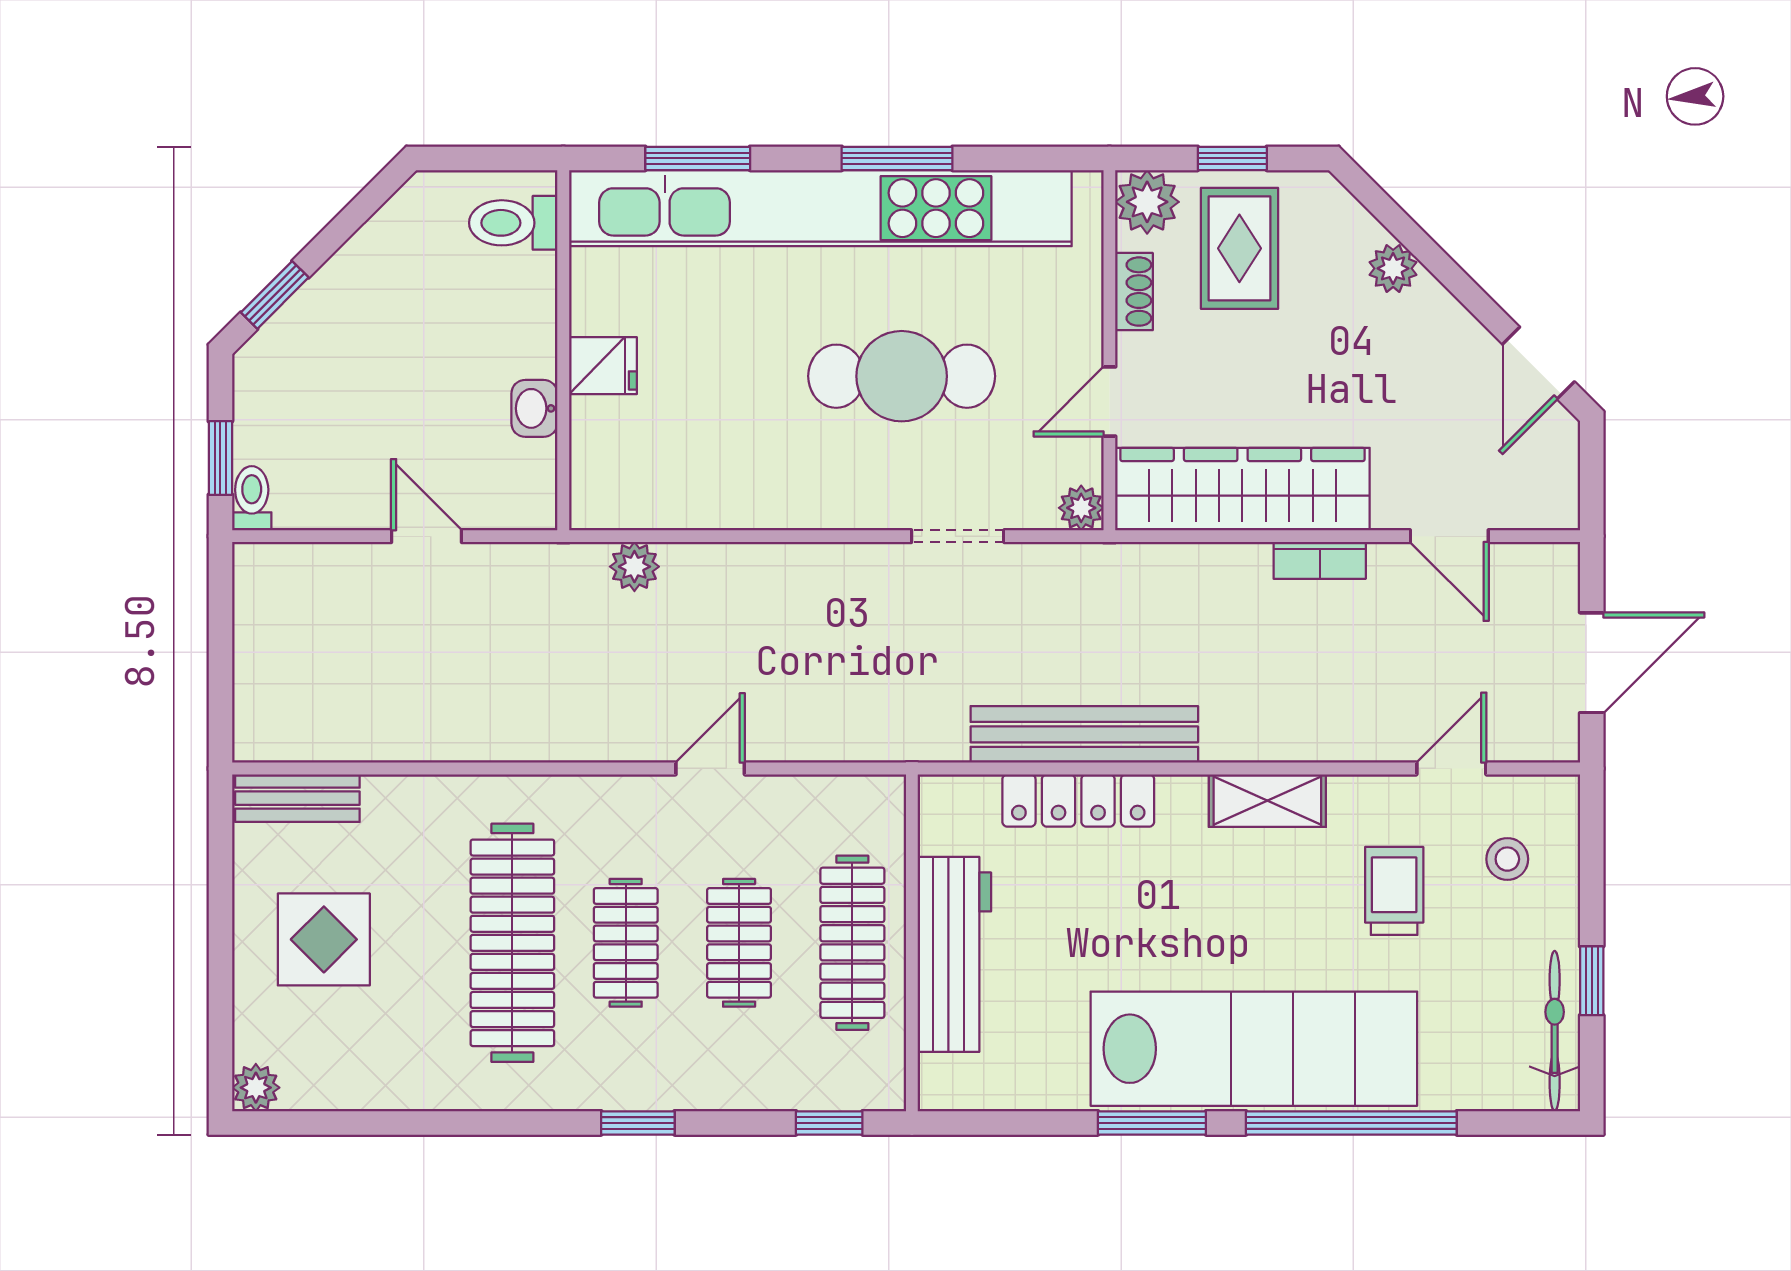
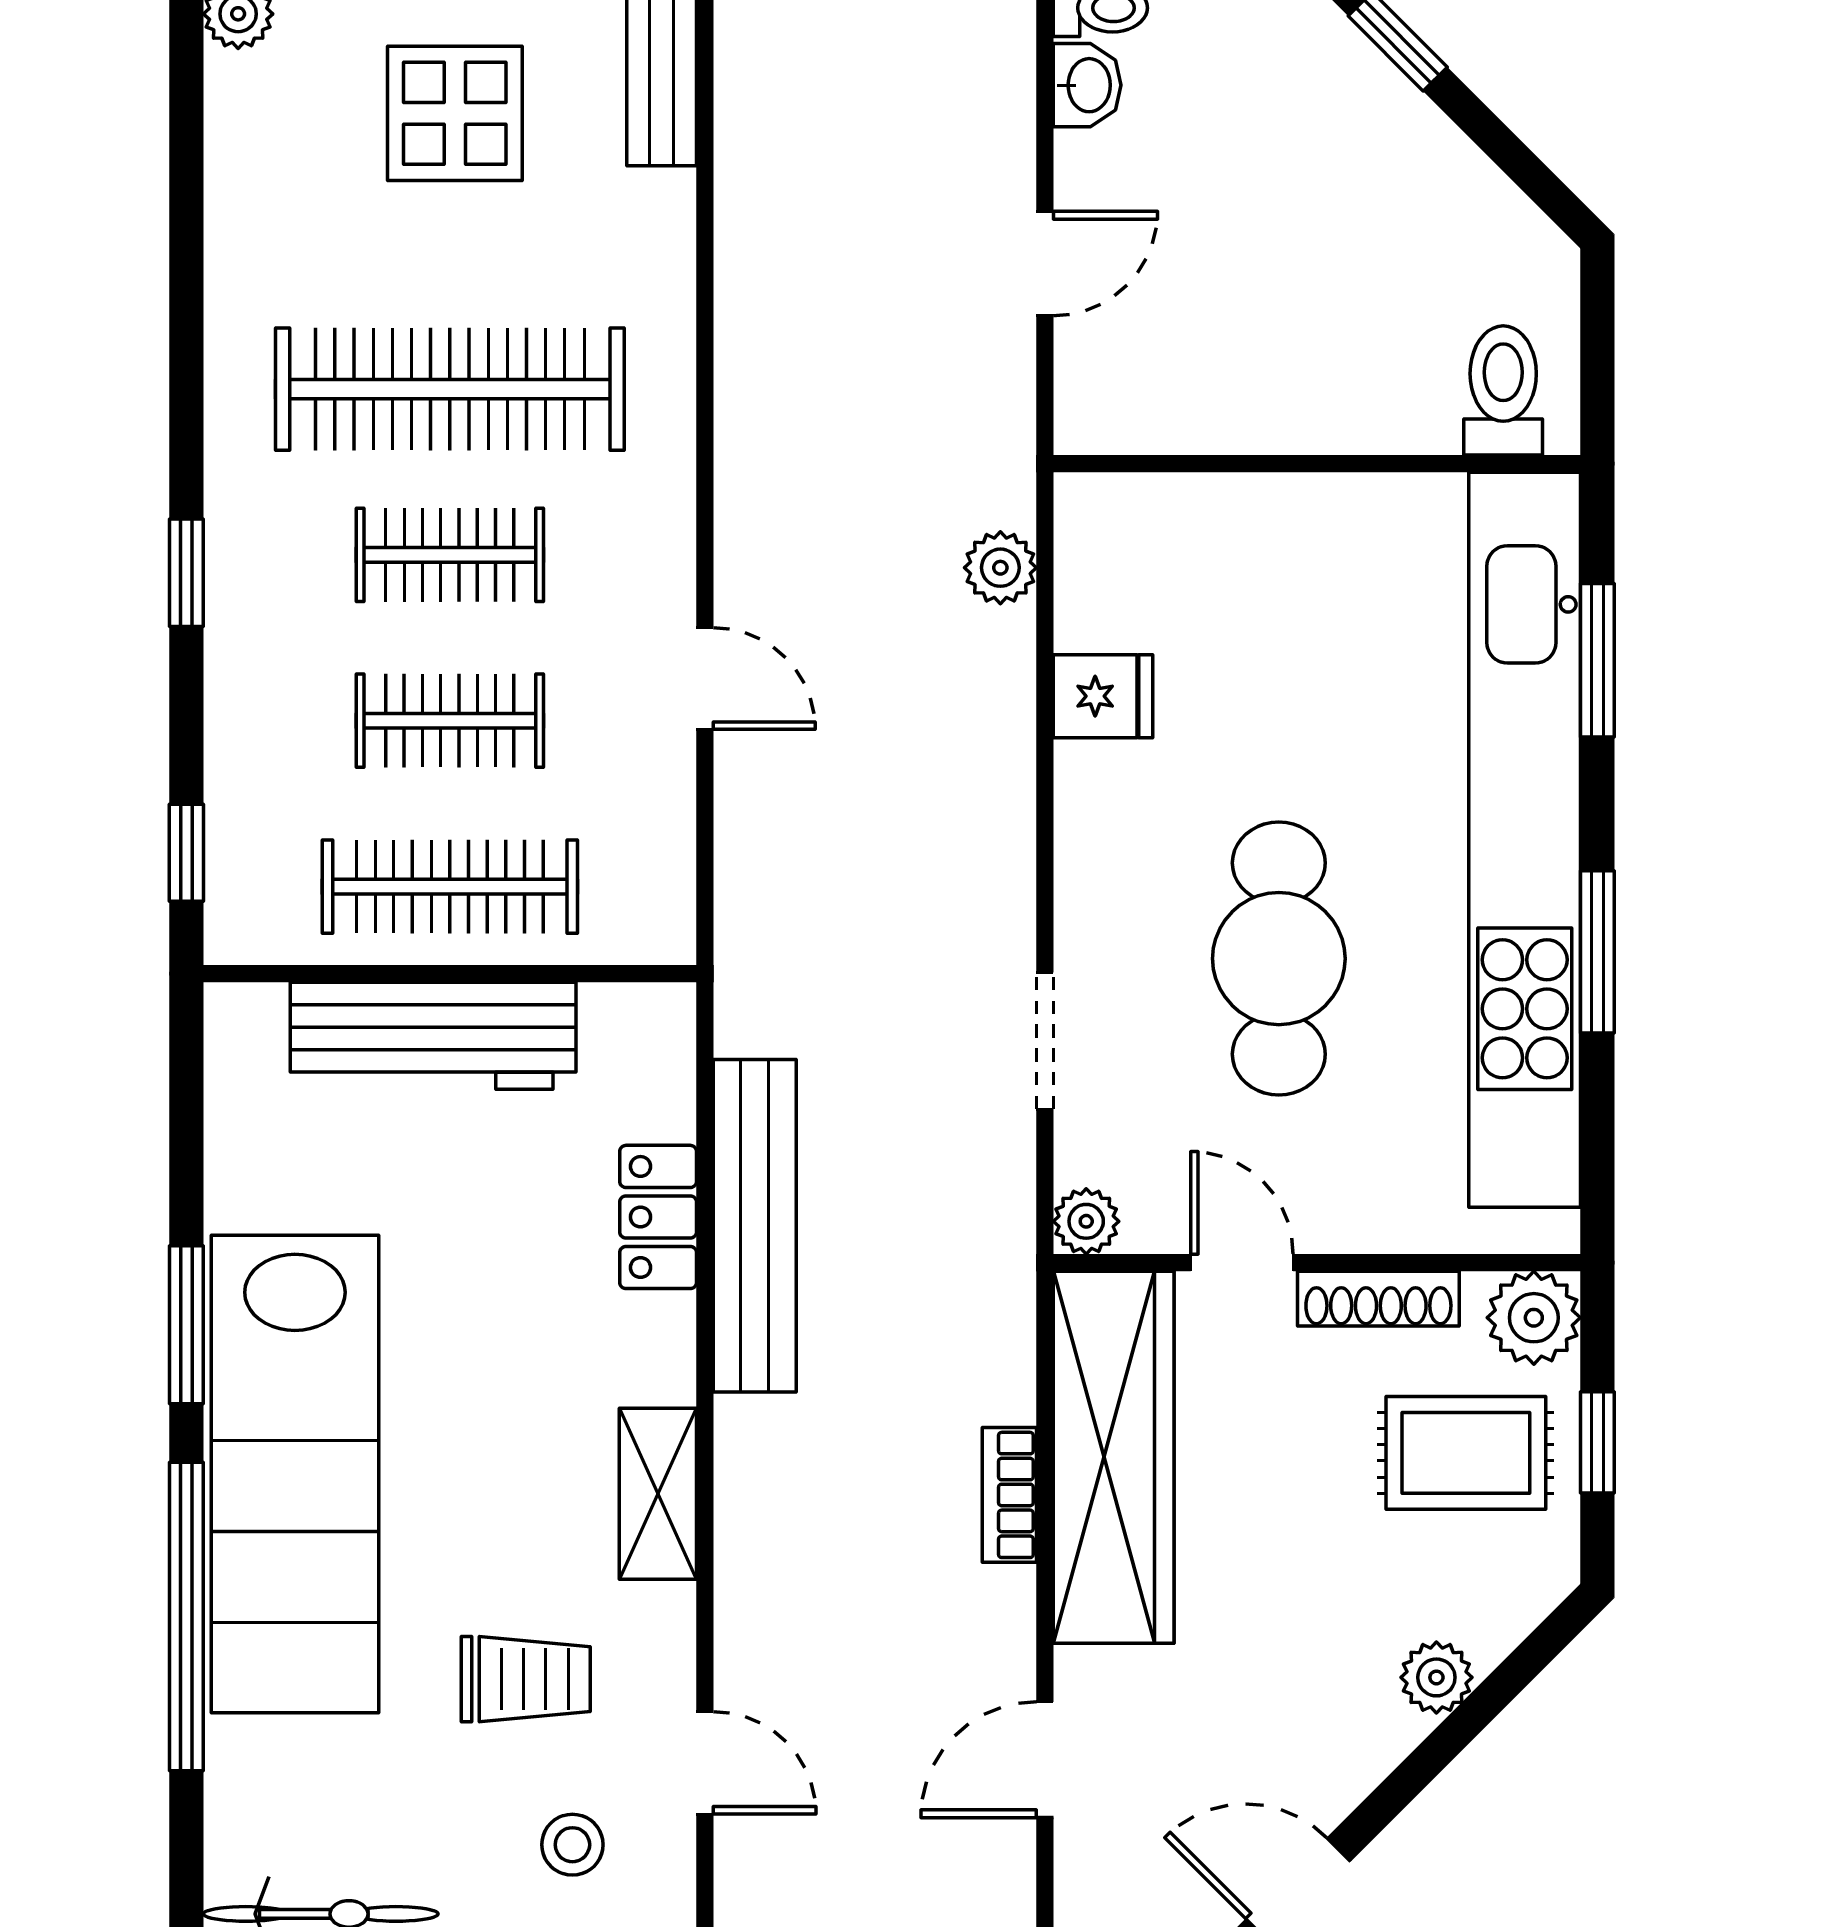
shoe rack: (1134, 292) -> (1378, 1299), width x1.43
fridge: (603, 366) -> (1103, 696), moved, turned -90
washbasin: (534, 408) -> (1087, 85), moved, turned 90
bookcase: (1320, 560) -> (1009, 1495), moved
locker: (1078, 800) -> (658, 1217), width x0.66

